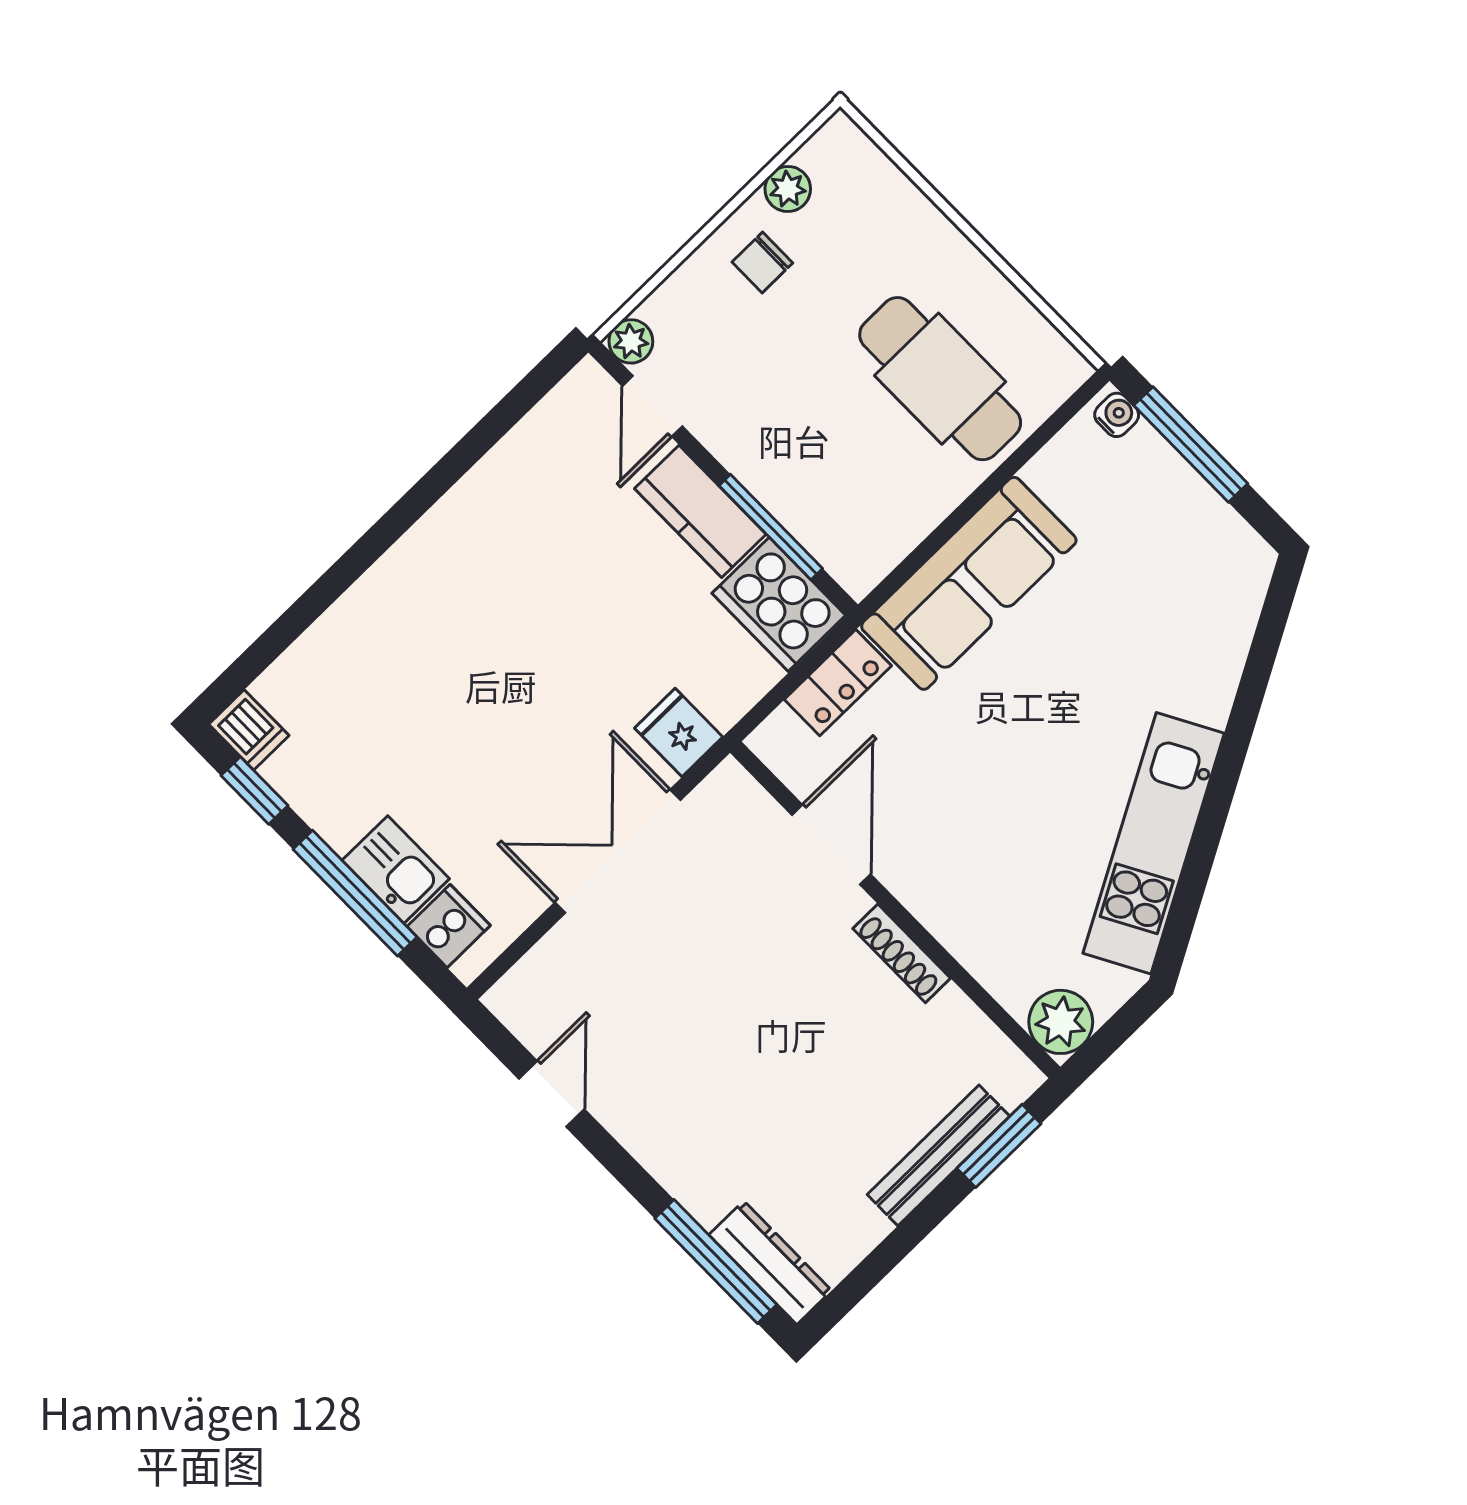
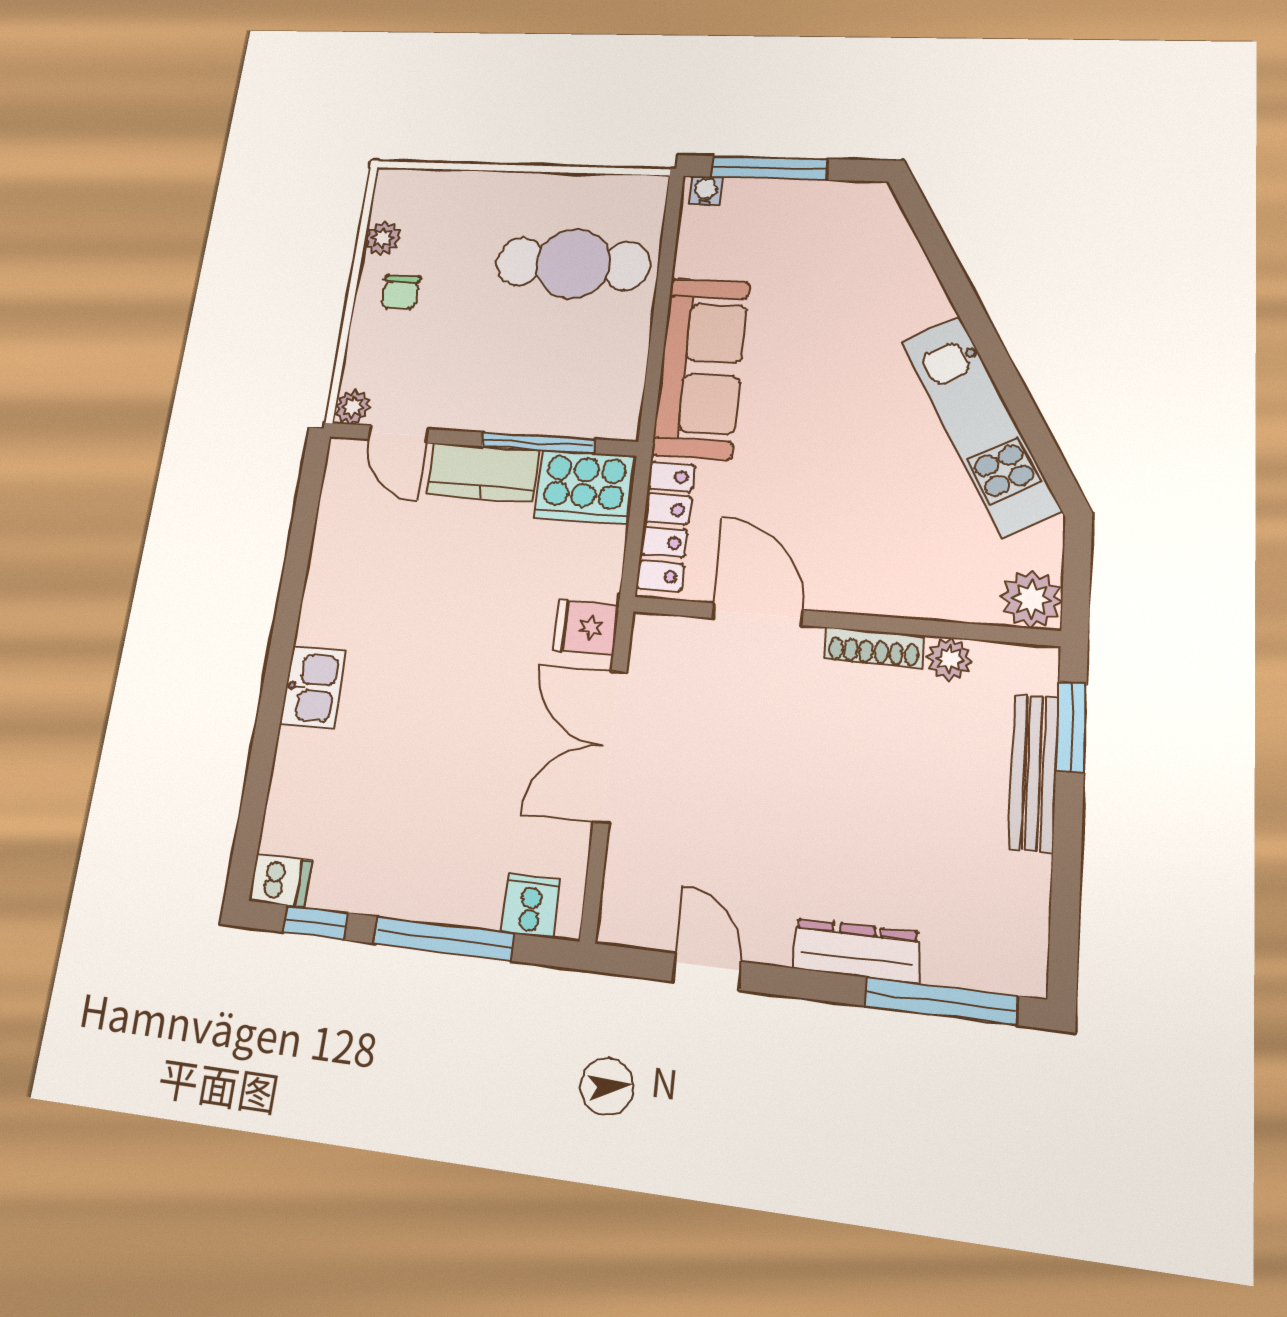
locker: (838, 683) -> (666, 526), width x1.53
kitchen sink: (396, 870) -> (313, 688), moved, turned 90
plant: (953, 1014) -> (950, 659), added
dresser: (770, 1263) -> (856, 951), moved

